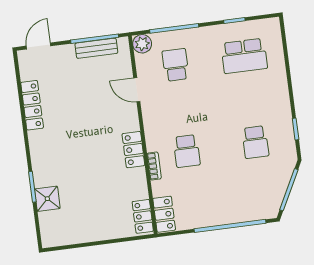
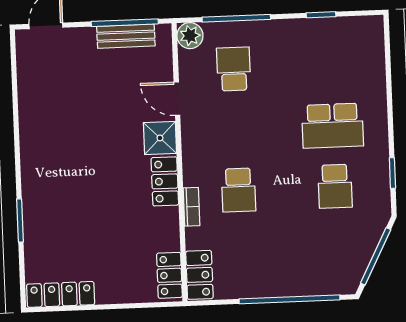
school desk: (244, 56) -> (333, 126), moved
locker: (32, 105) -> (61, 294), moved, turned -90
shower: (47, 199) -> (160, 138), moved

